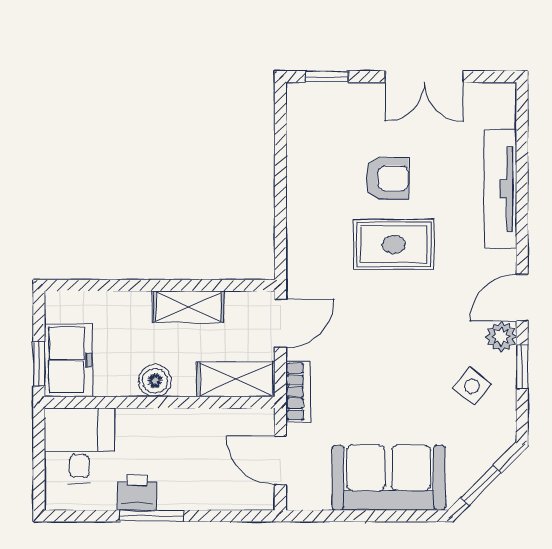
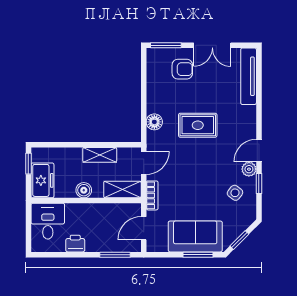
window: (327, 77) -> (166, 45), width x1.50
armchair: (387, 178) -> (182, 69), moved
tv unit: (500, 189) -> (249, 76), moved
floor lamp: (303, 238) -> (154, 122), added
window: (39, 364) -> (28, 164), moved
door: (280, 461) -> (144, 228), hinge flipped
window: (152, 516) -> (115, 255), moved
window: (395, 516) -> (198, 255), added

